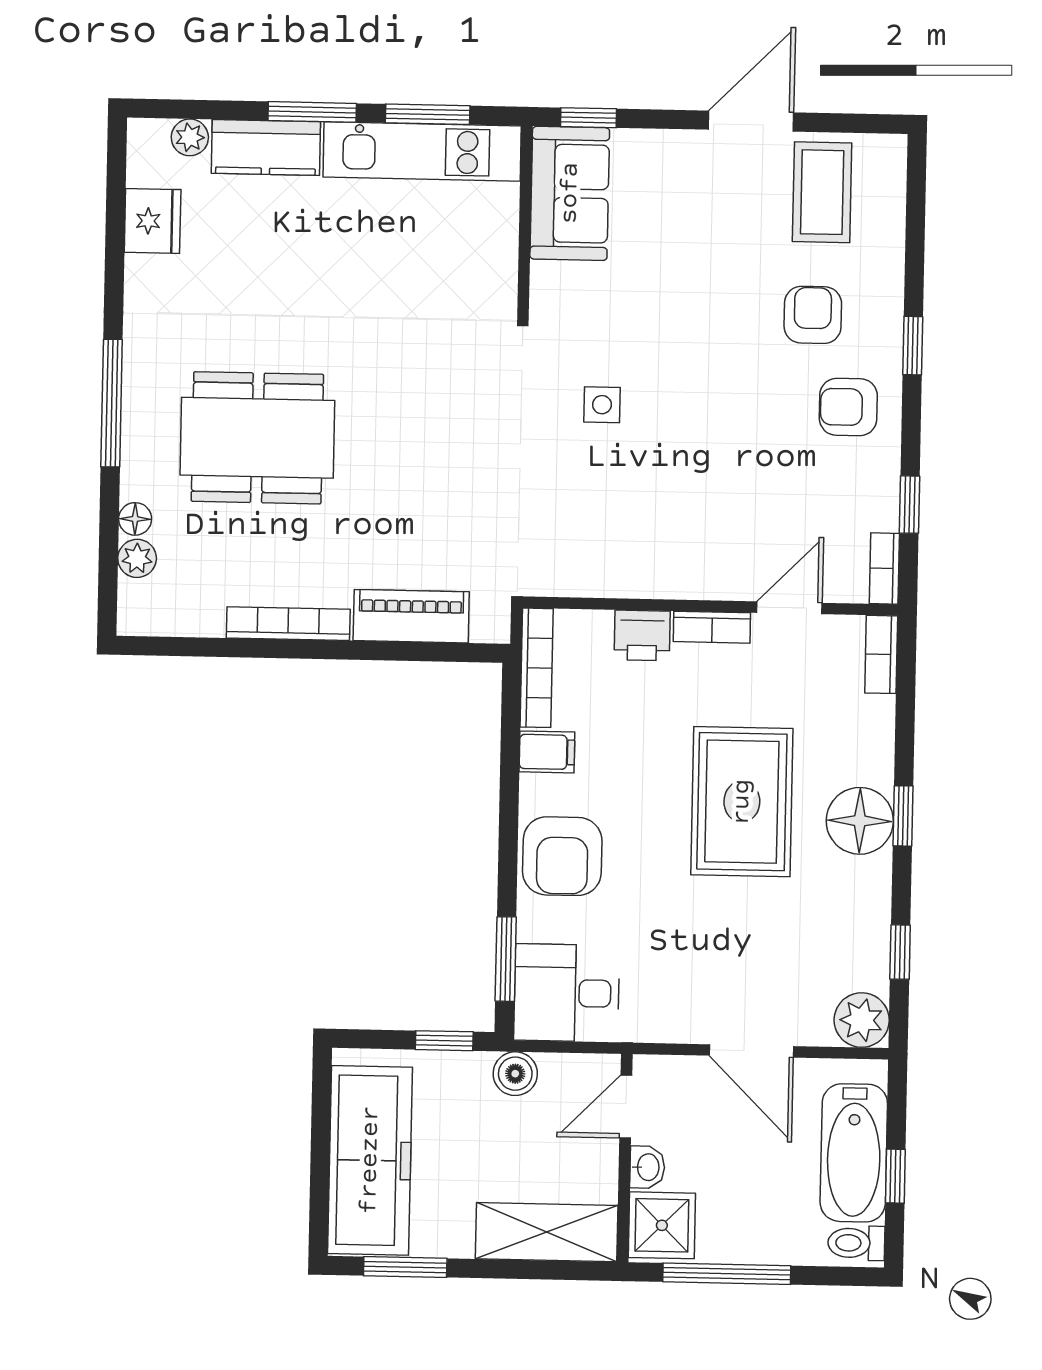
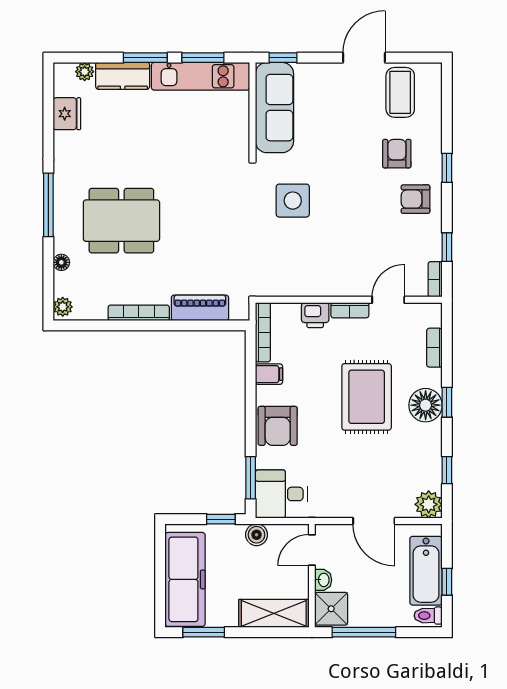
sofa: (570, 193) -> (274, 108), width x1.36
side table: (602, 405) -> (293, 201), width x1.87, depth x1.87
plant: (137, 558) -> (63, 307), moved
bookcase: (881, 654) -> (434, 348), moved

